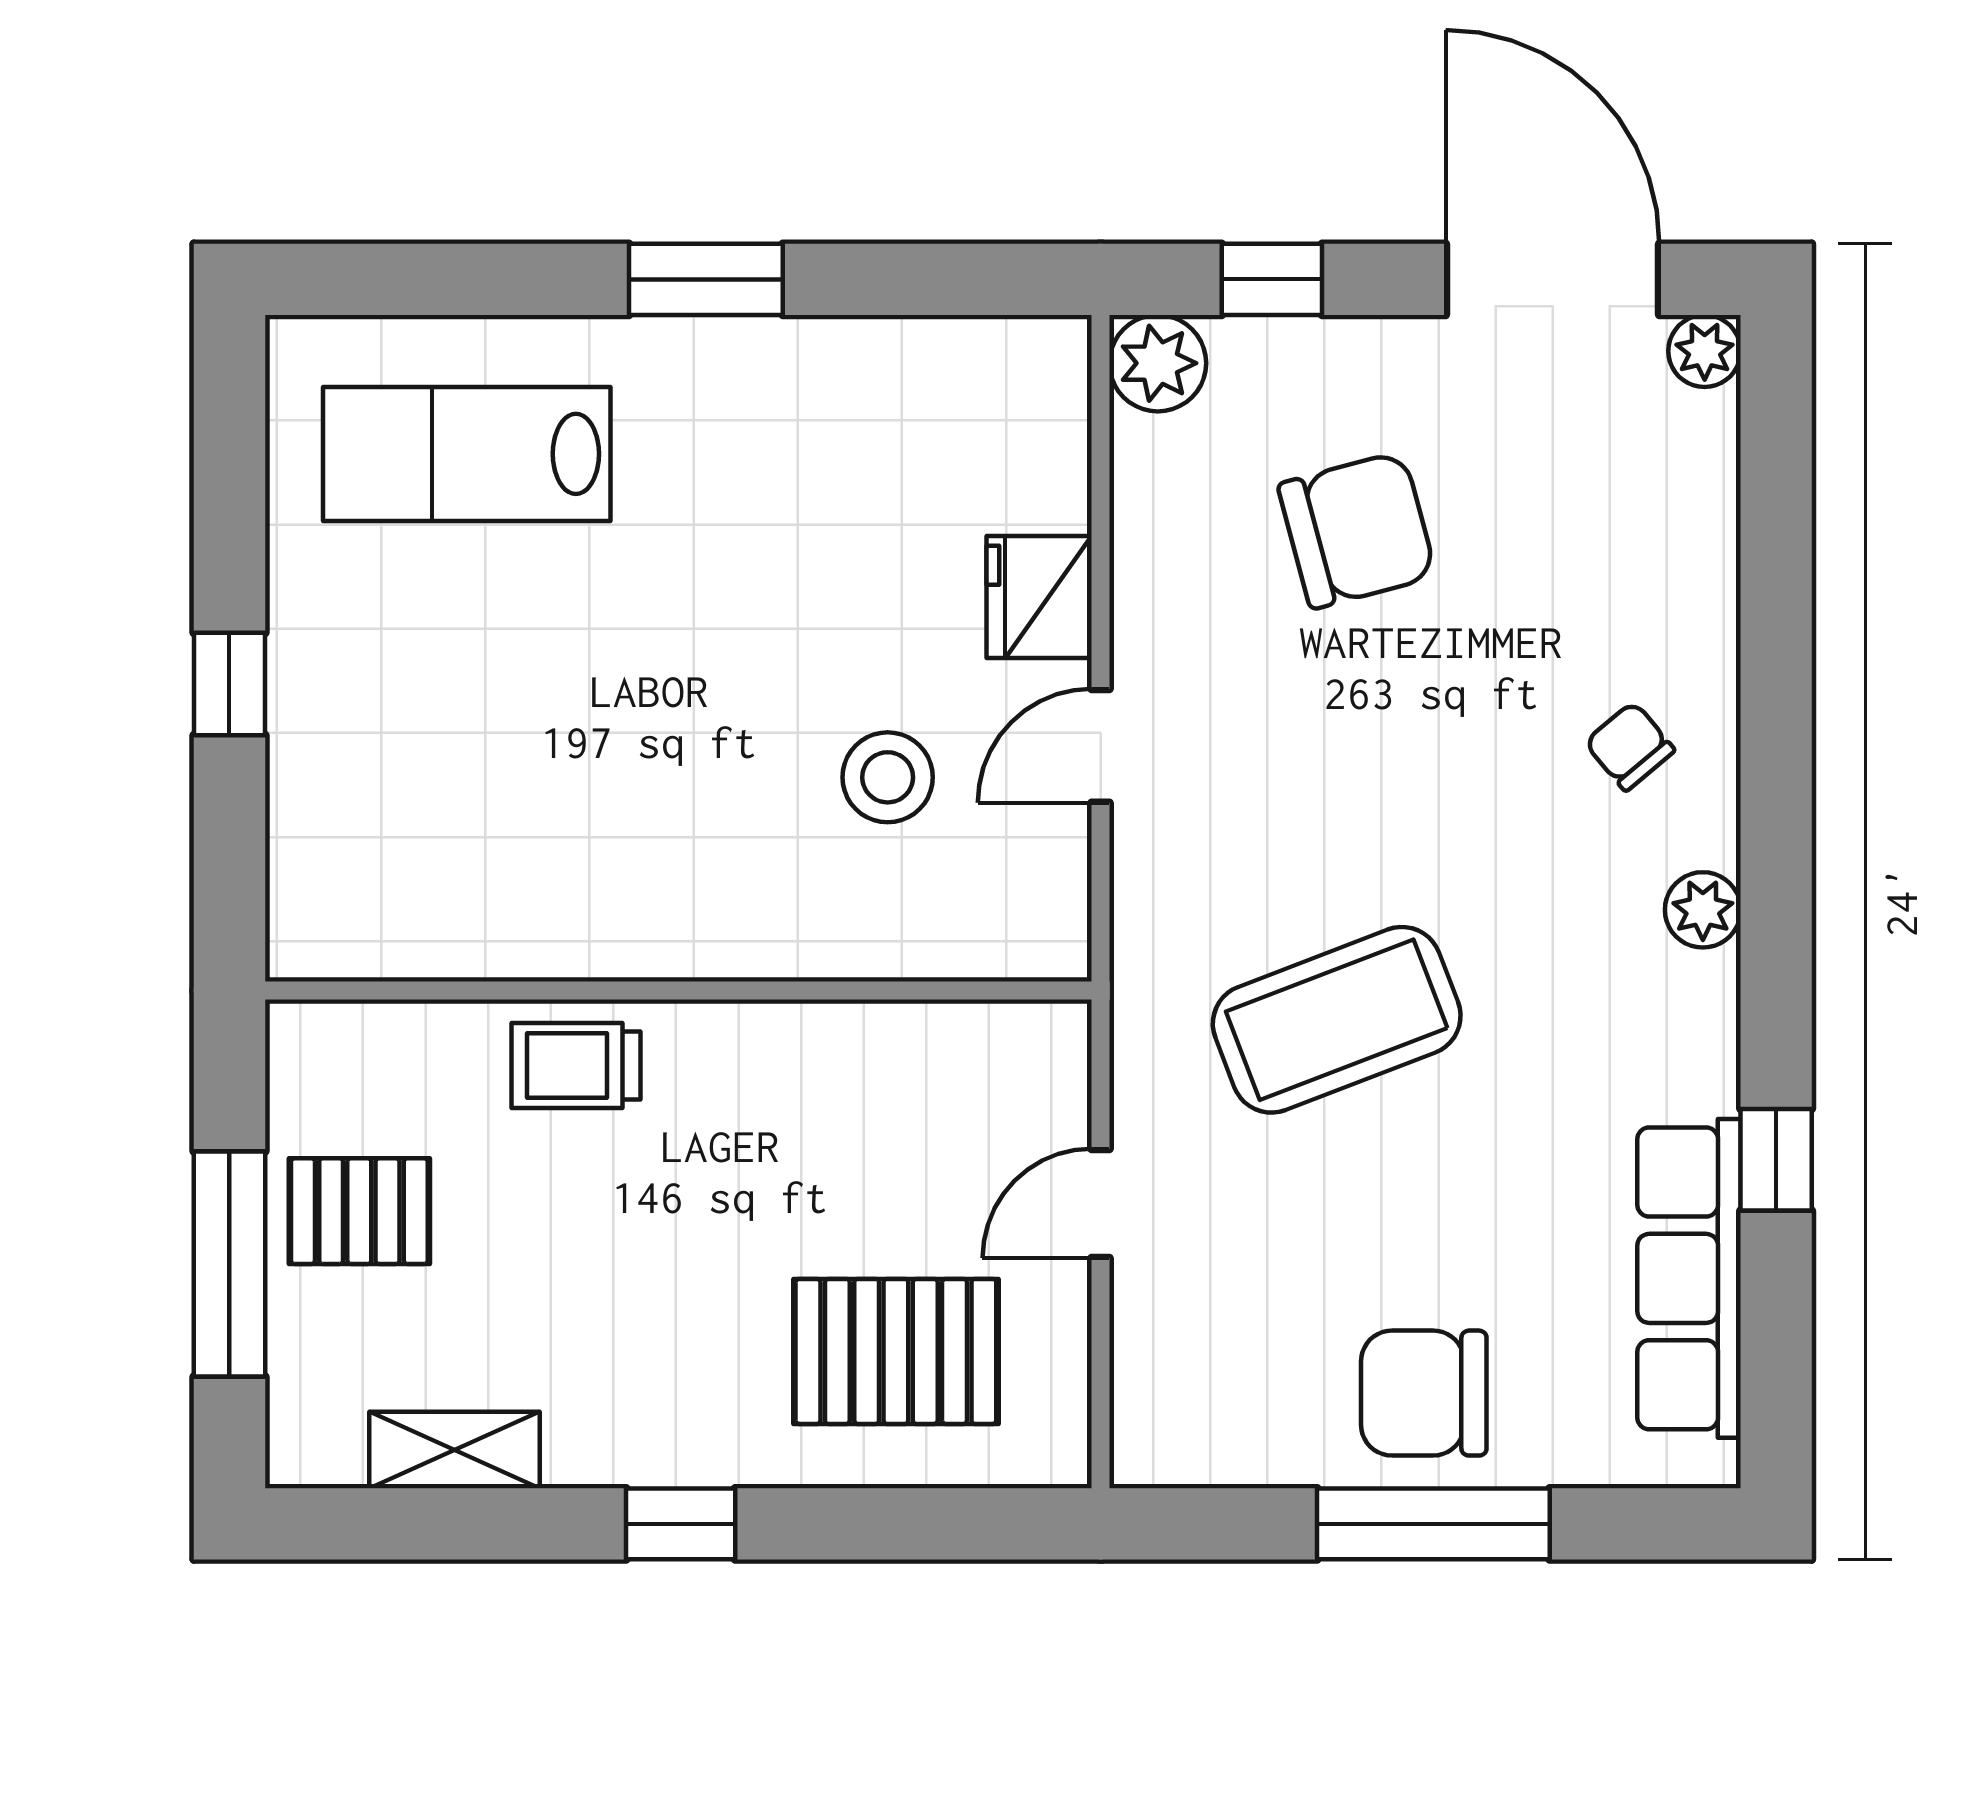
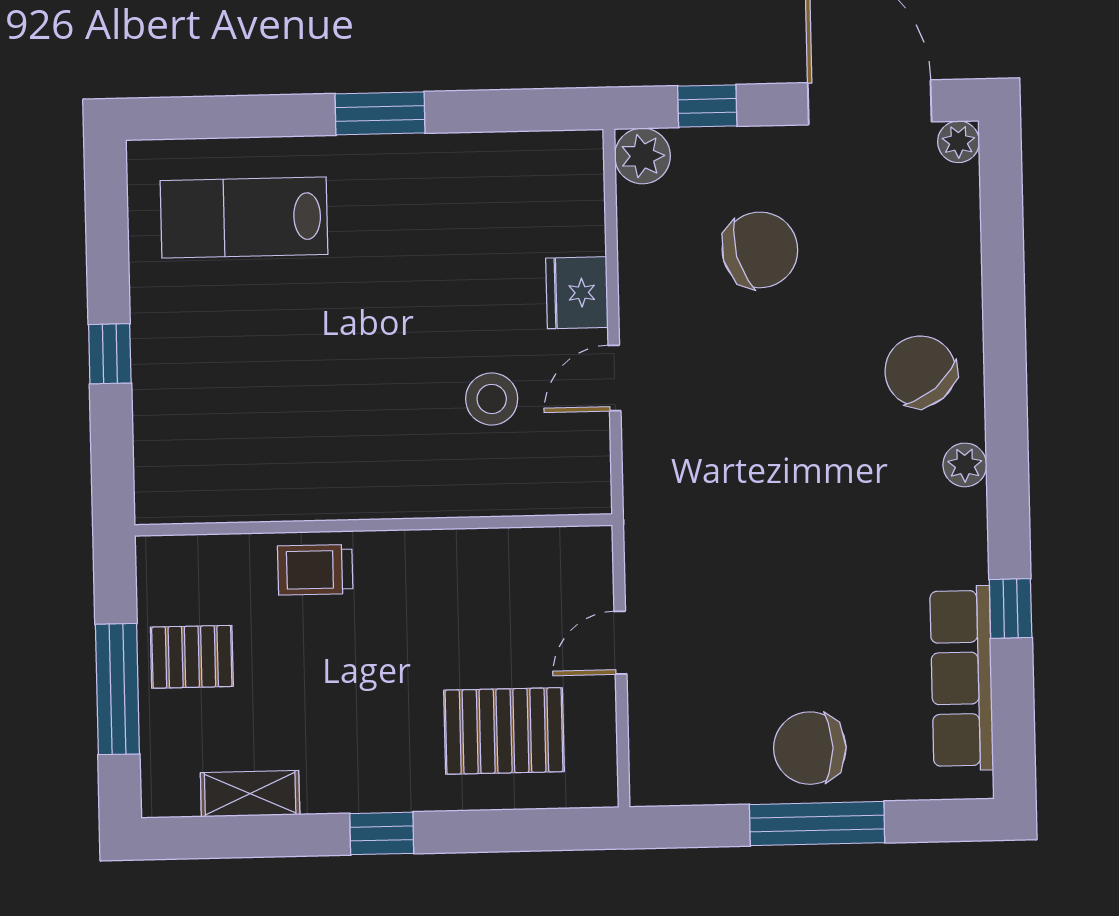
chair: (1630, 746) -> (920, 371), width x1.87, depth x1.87
coffee table: (1337, 1020) -> (755, 533), removed

